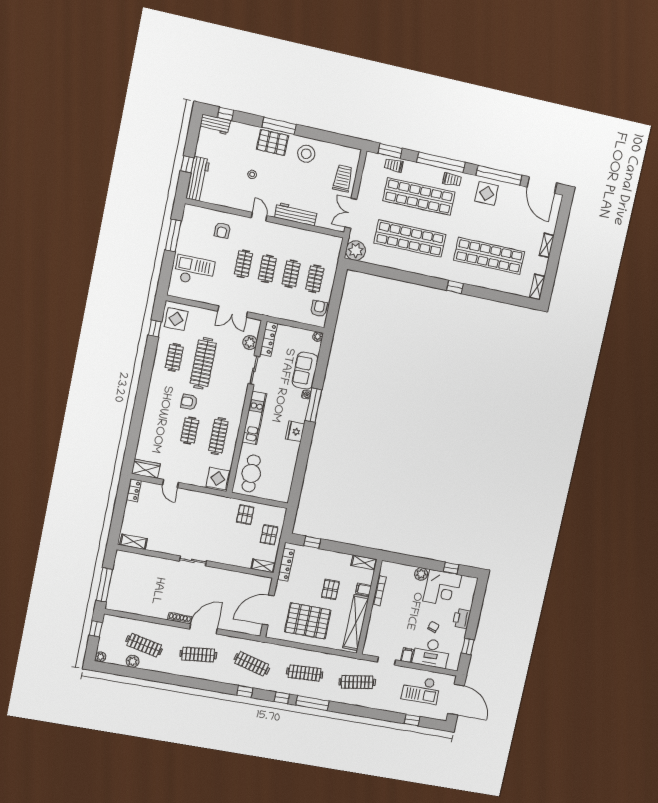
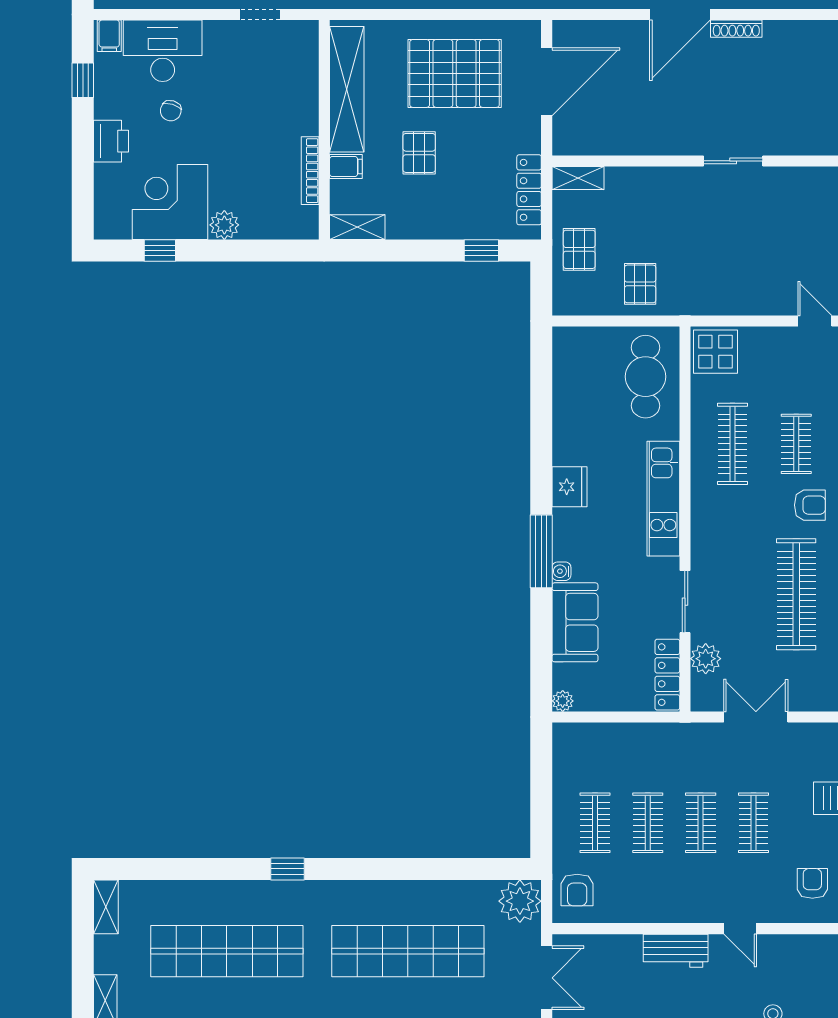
workbench: (296, 214) -> (676, 951), width x0.73
armchair: (319, 308) -> (577, 890), moved
filing cabinet: (407, 655) -> (109, 36), moved

